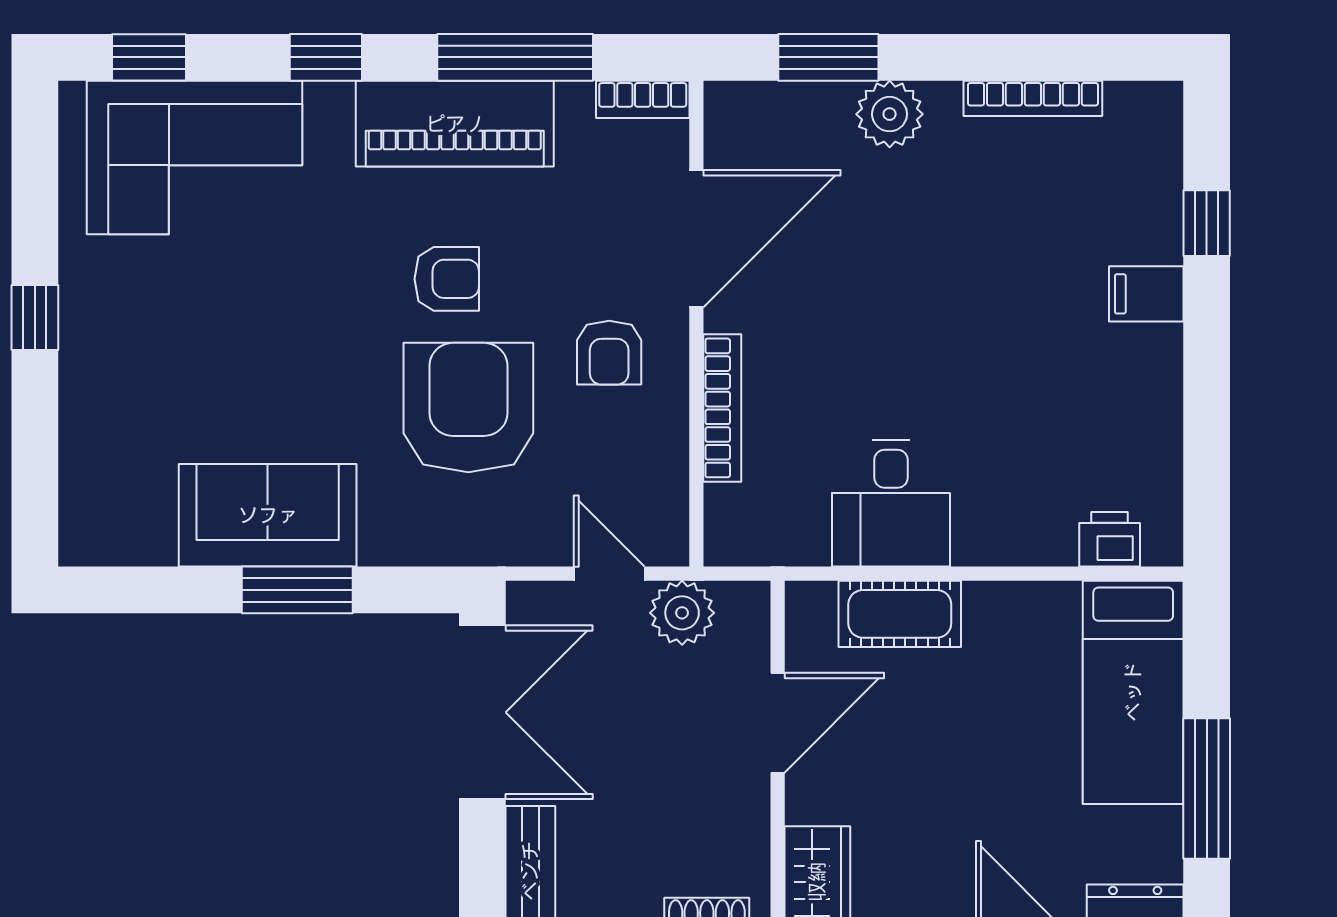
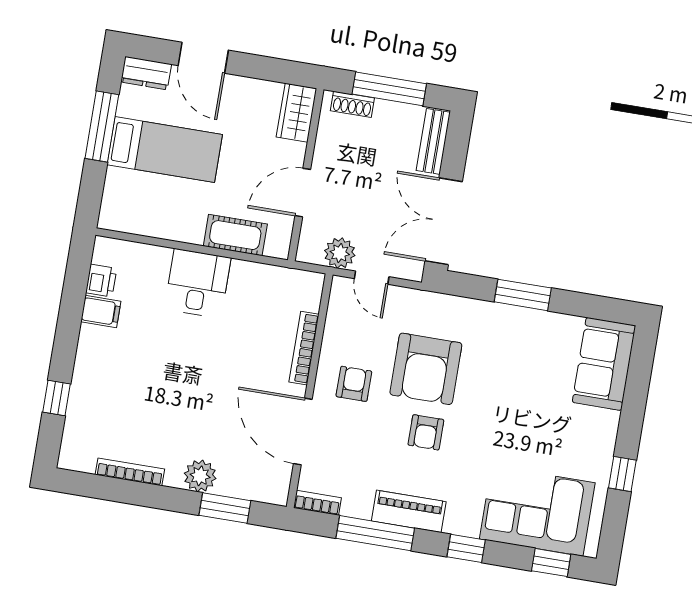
piano: (455, 124) -> (409, 511), width x0.73, depth x0.75
door: (696, 239) -> (303, 432), hinge flipped
armchair: (447, 279) -> (426, 432), turned -90
filing cabinet: (1146, 294) -> (101, 311), moved
window: (35, 317) -> (622, 474), moved
desk: (891, 503) -> (198, 283), moved
sofa: (268, 515) -> (604, 364), moved, turned 90
printer: (1110, 539) -> (101, 281), moved, turned -90
bed: (1133, 692) -> (165, 150), moved, turned 90

